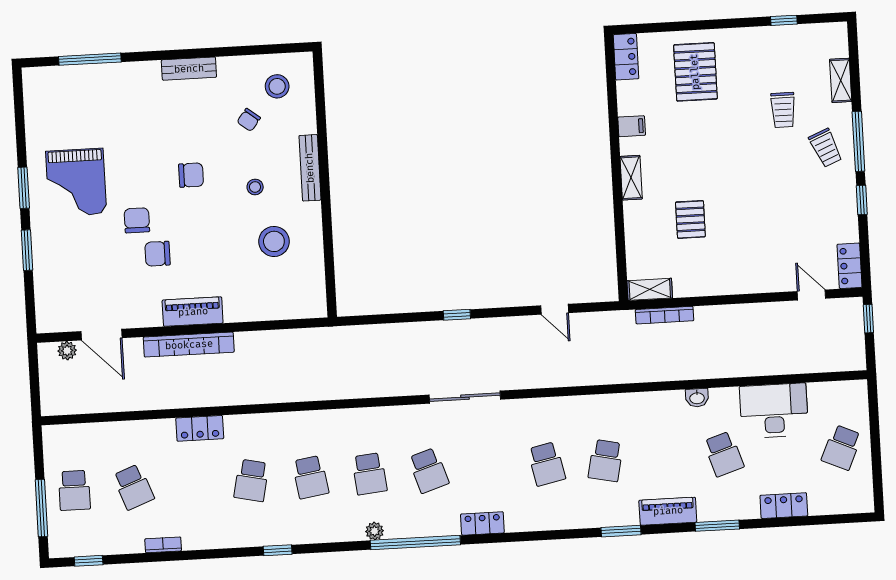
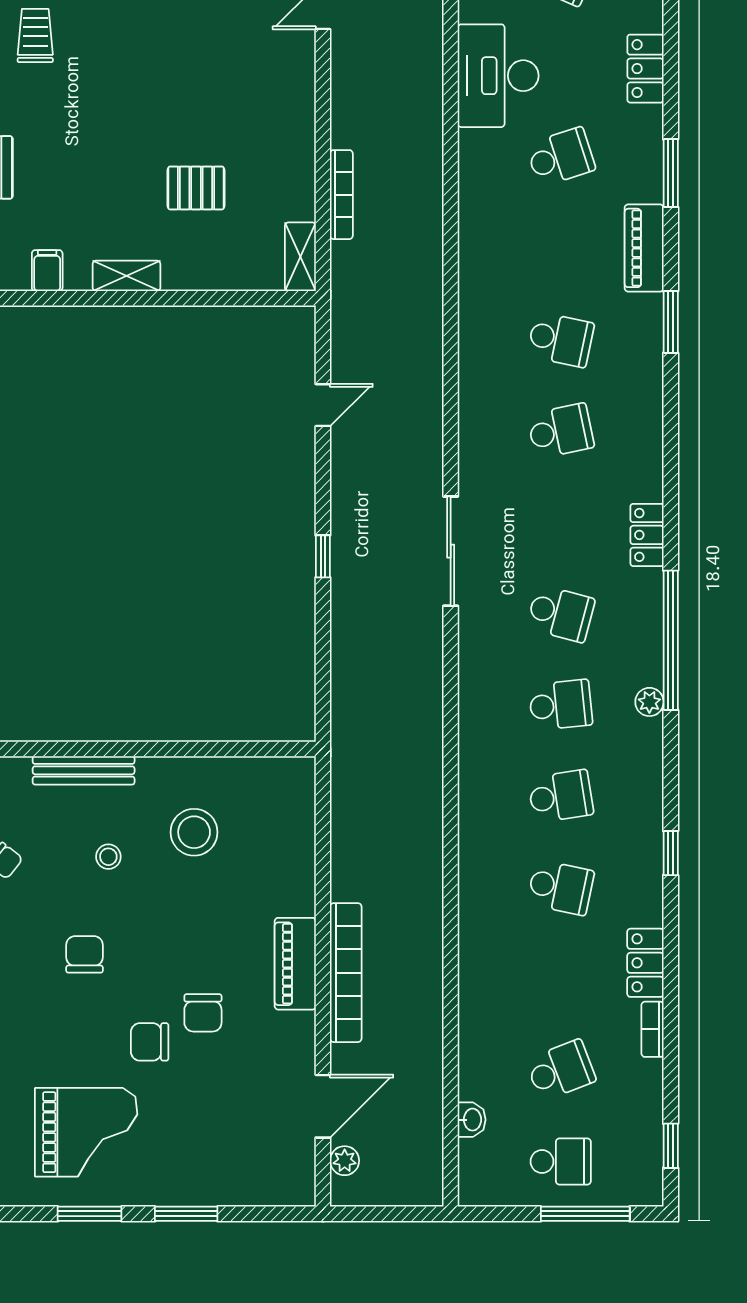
trolley: (783, 110) -> (35, 36), turned -90
bookcase: (665, 315) -> (341, 195), moved
washbasin: (697, 398) -> (472, 1120), moved
locker: (200, 428) -> (645, 963), moved, turned 180
school desk: (428, 470) -> (561, 614), turned 33

